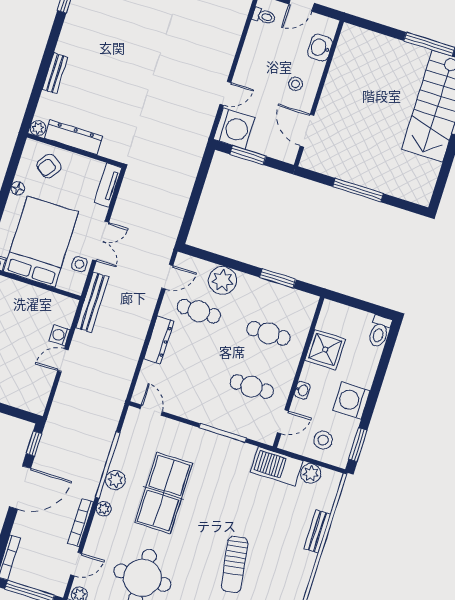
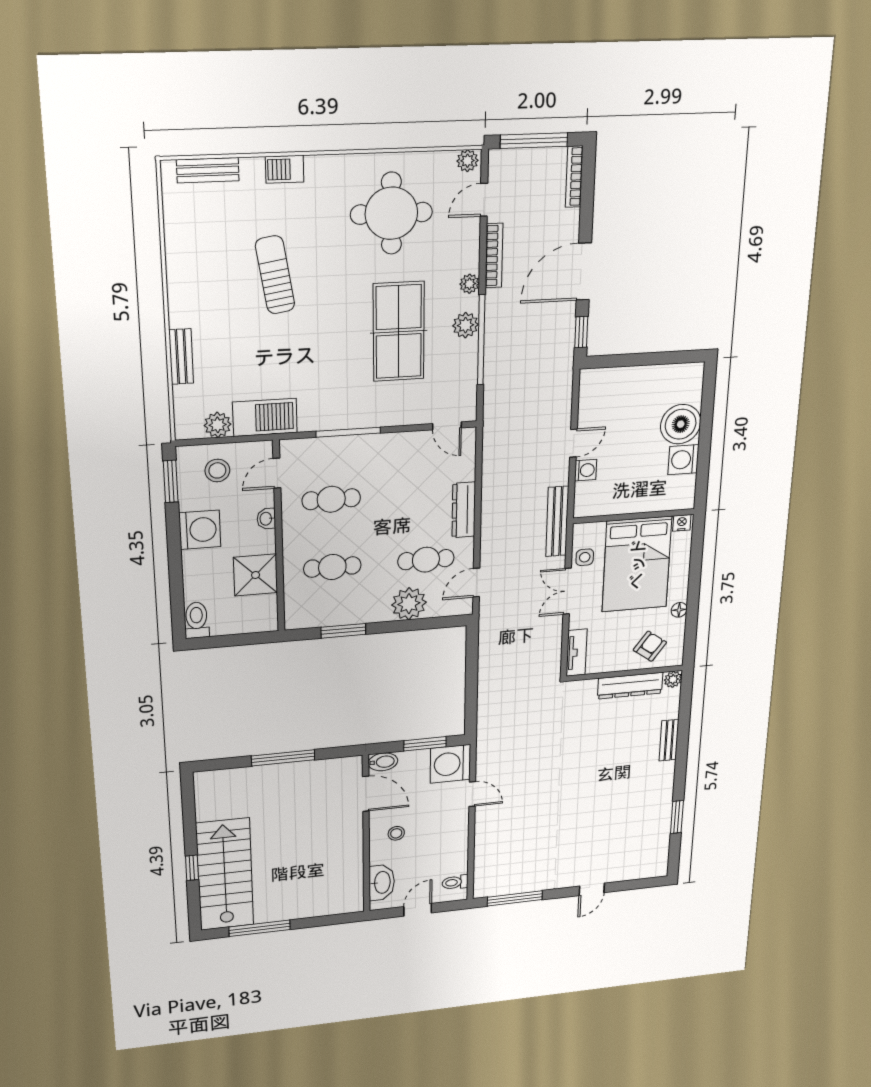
washbasin: (320, 48) -> (382, 882), width x1.38
door: (225, 93) -> (472, 794), swing flipped
bidet: (285, 153) -> (383, 762), added

